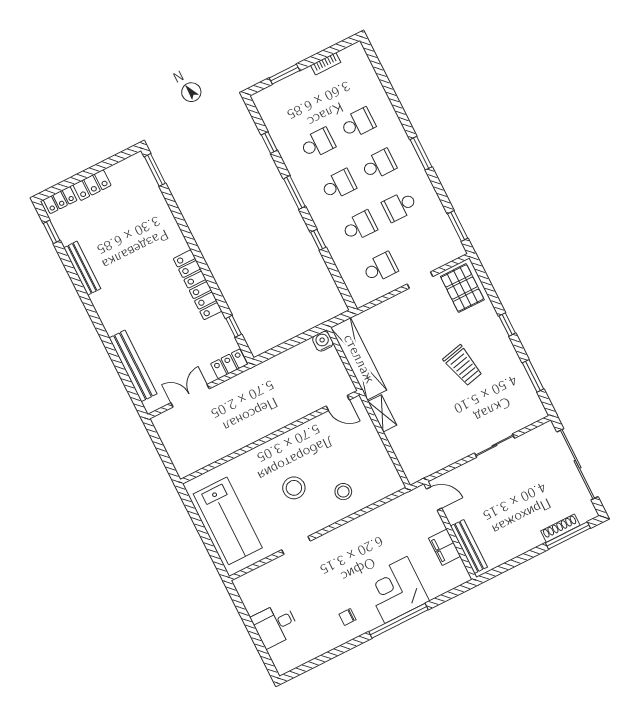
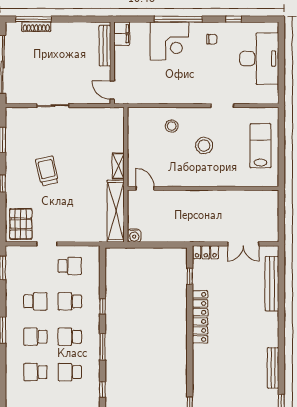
school desk: (380, 268) -> (70, 266), turned 180
lab bench: (228, 521) -> (260, 146), width x0.73, depth x0.72
filing cabinet: (445, 547) -> (122, 34), moved
desk: (275, 625) -> (259, 59), width x1.87, depth x1.30
window: (334, 653) -> (234, 19), added

